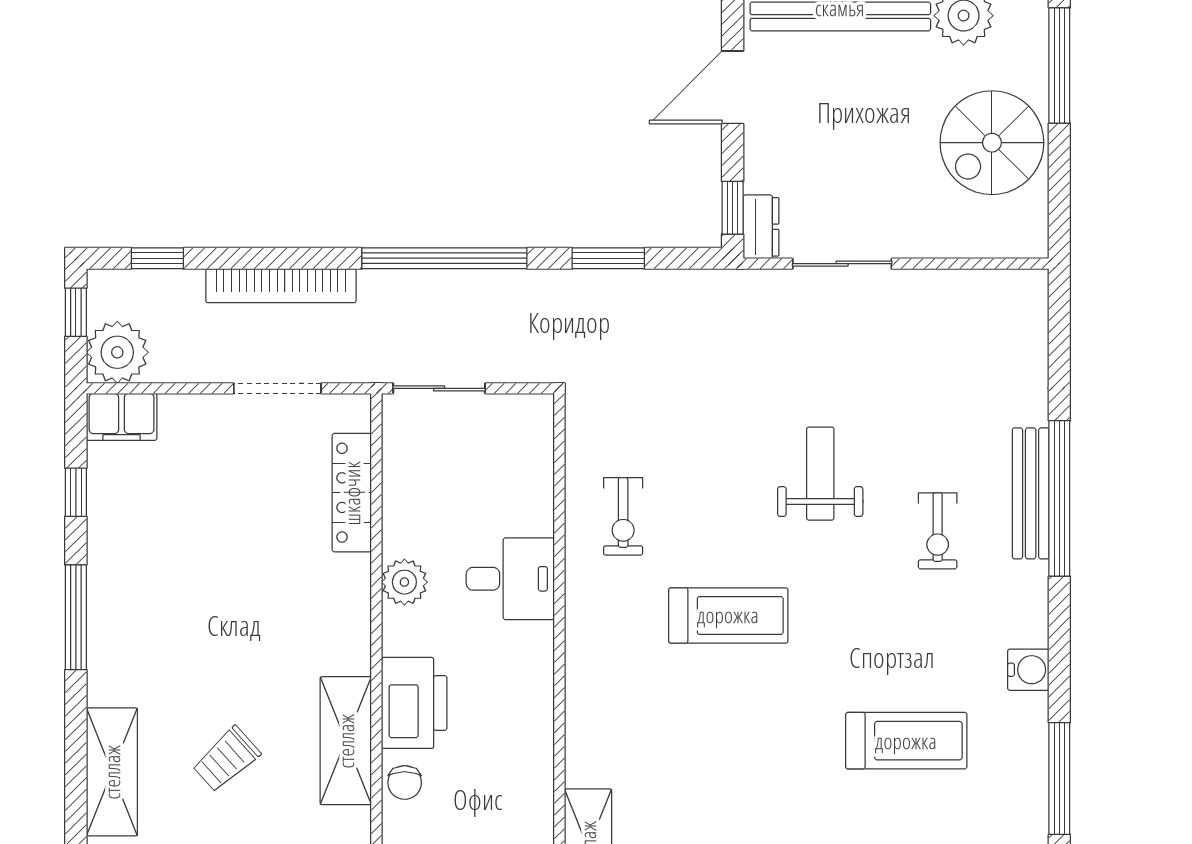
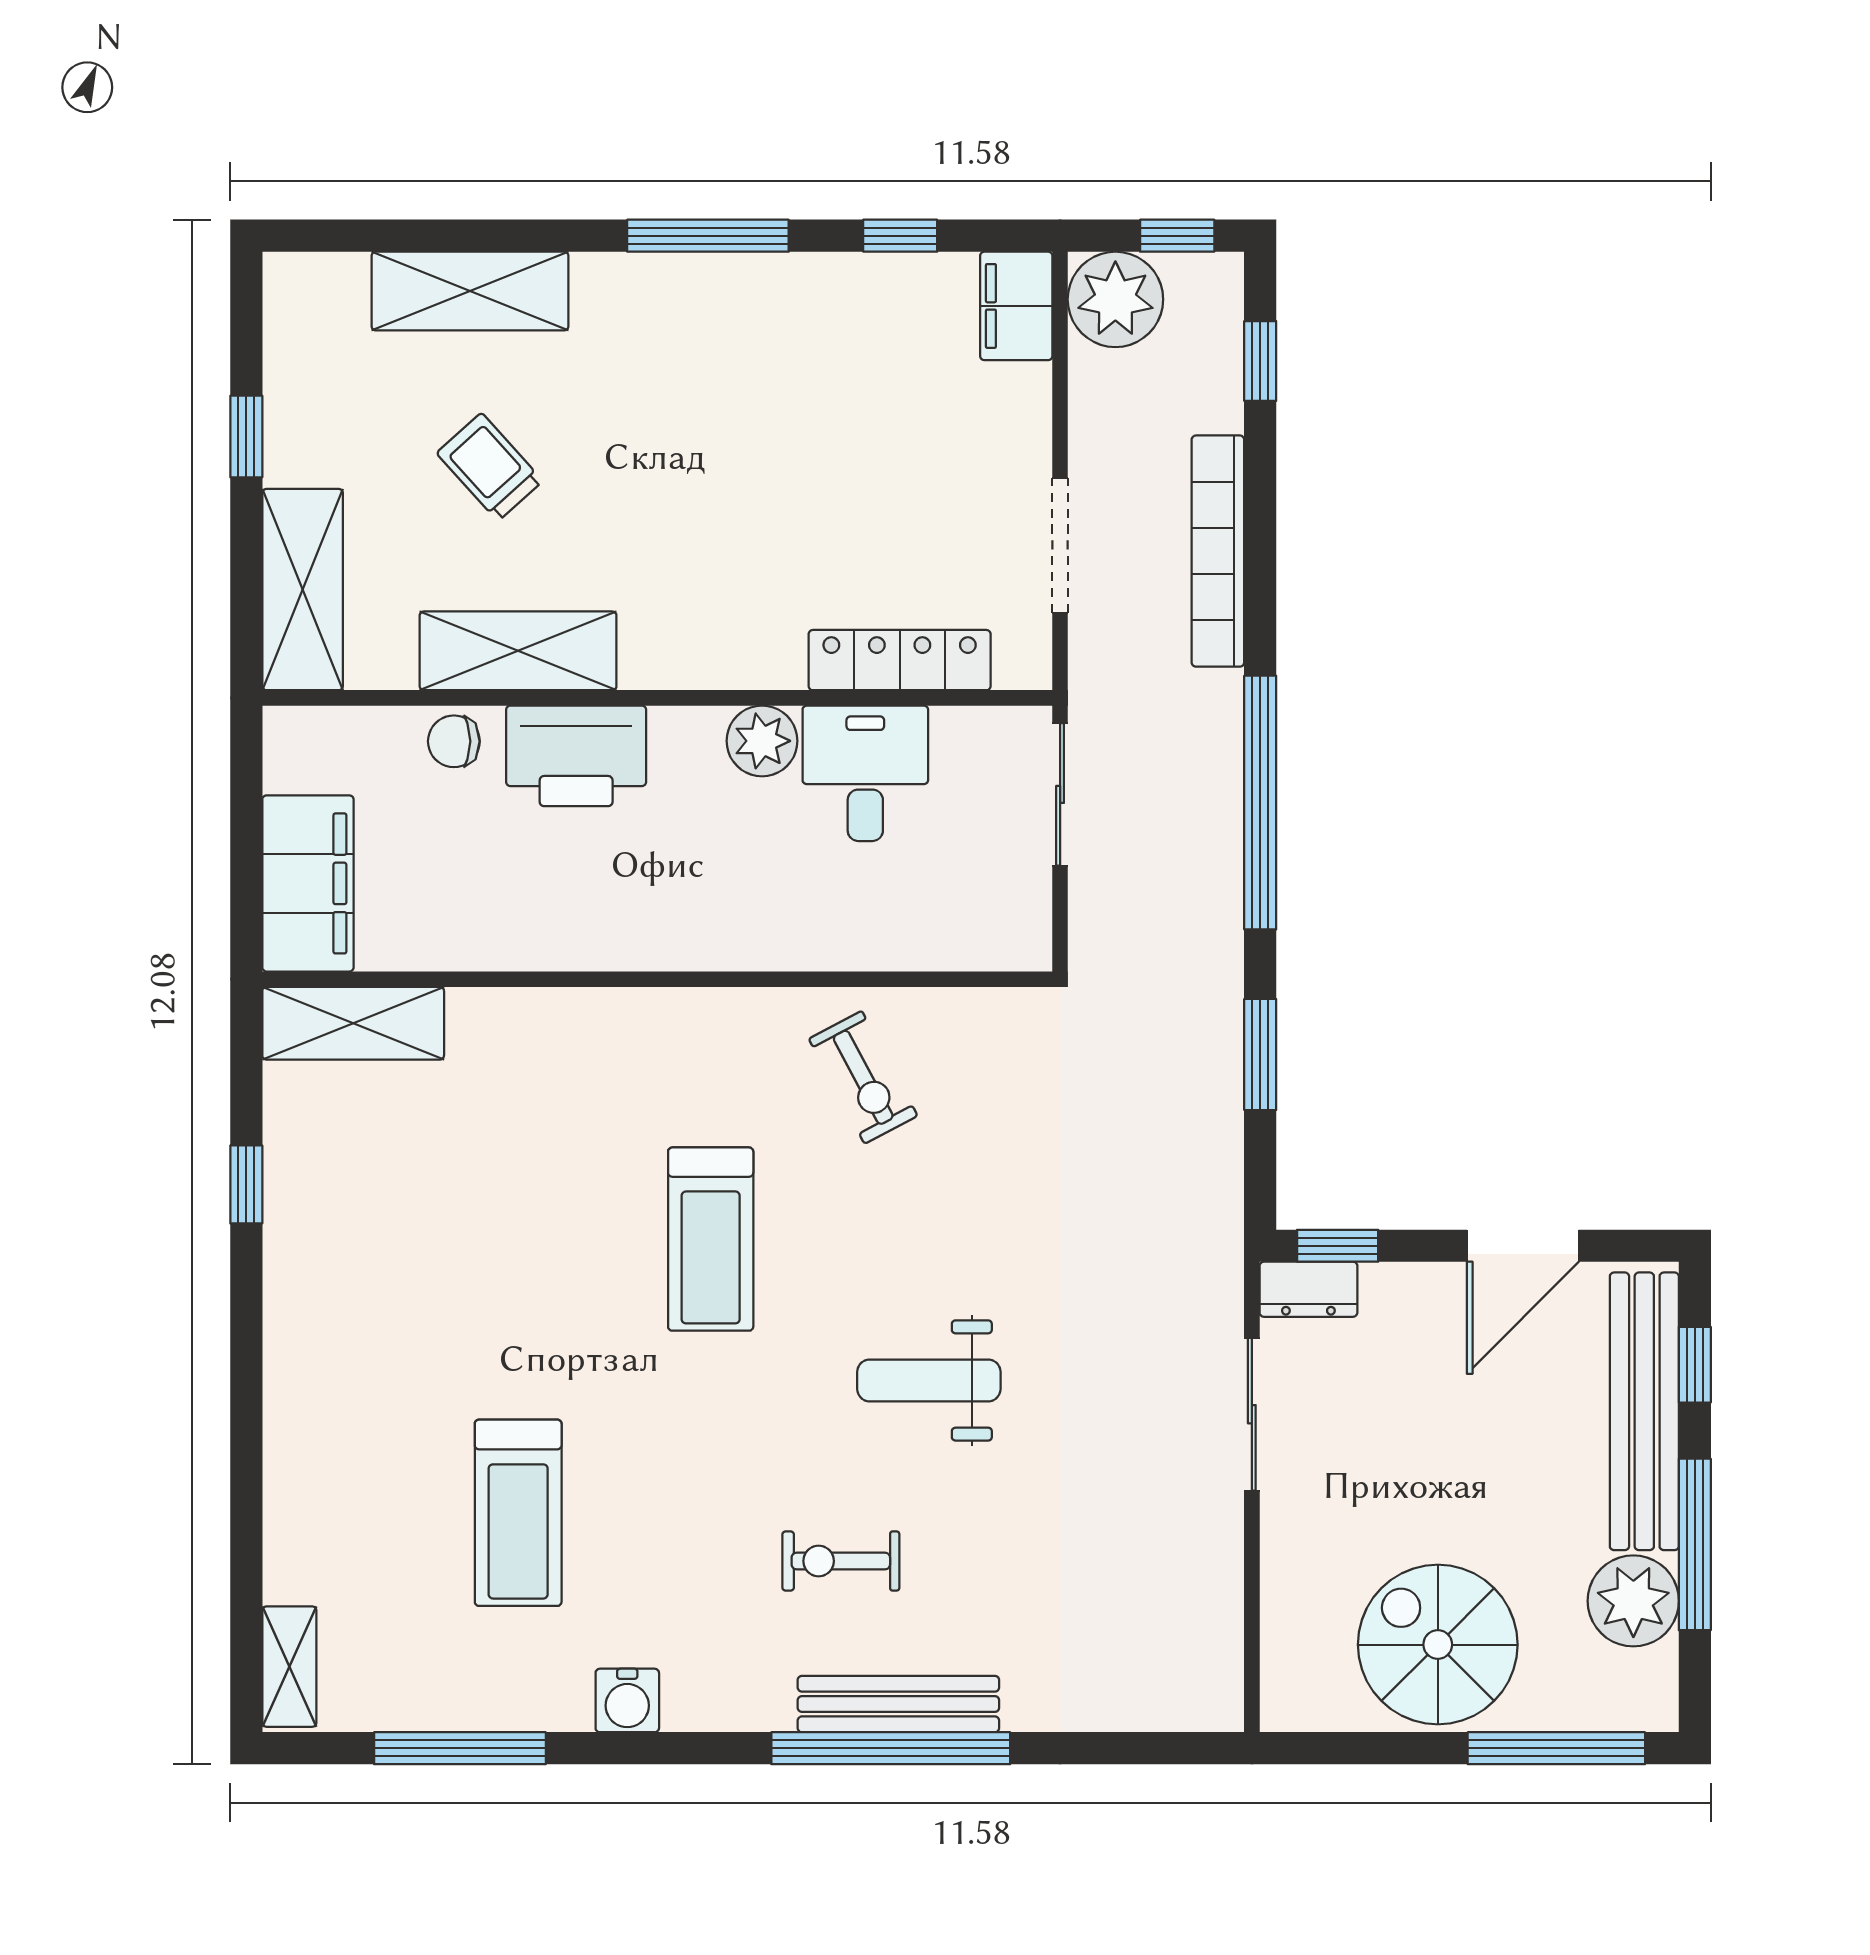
door: (733, 87) -> (1523, 1246), swing flipped
weight bench: (820, 474) -> (929, 1380), turned 180
exercise bike: (623, 516) -> (863, 1077), turned -118
desk: (510, 579) -> (865, 773), moved, turned 180

